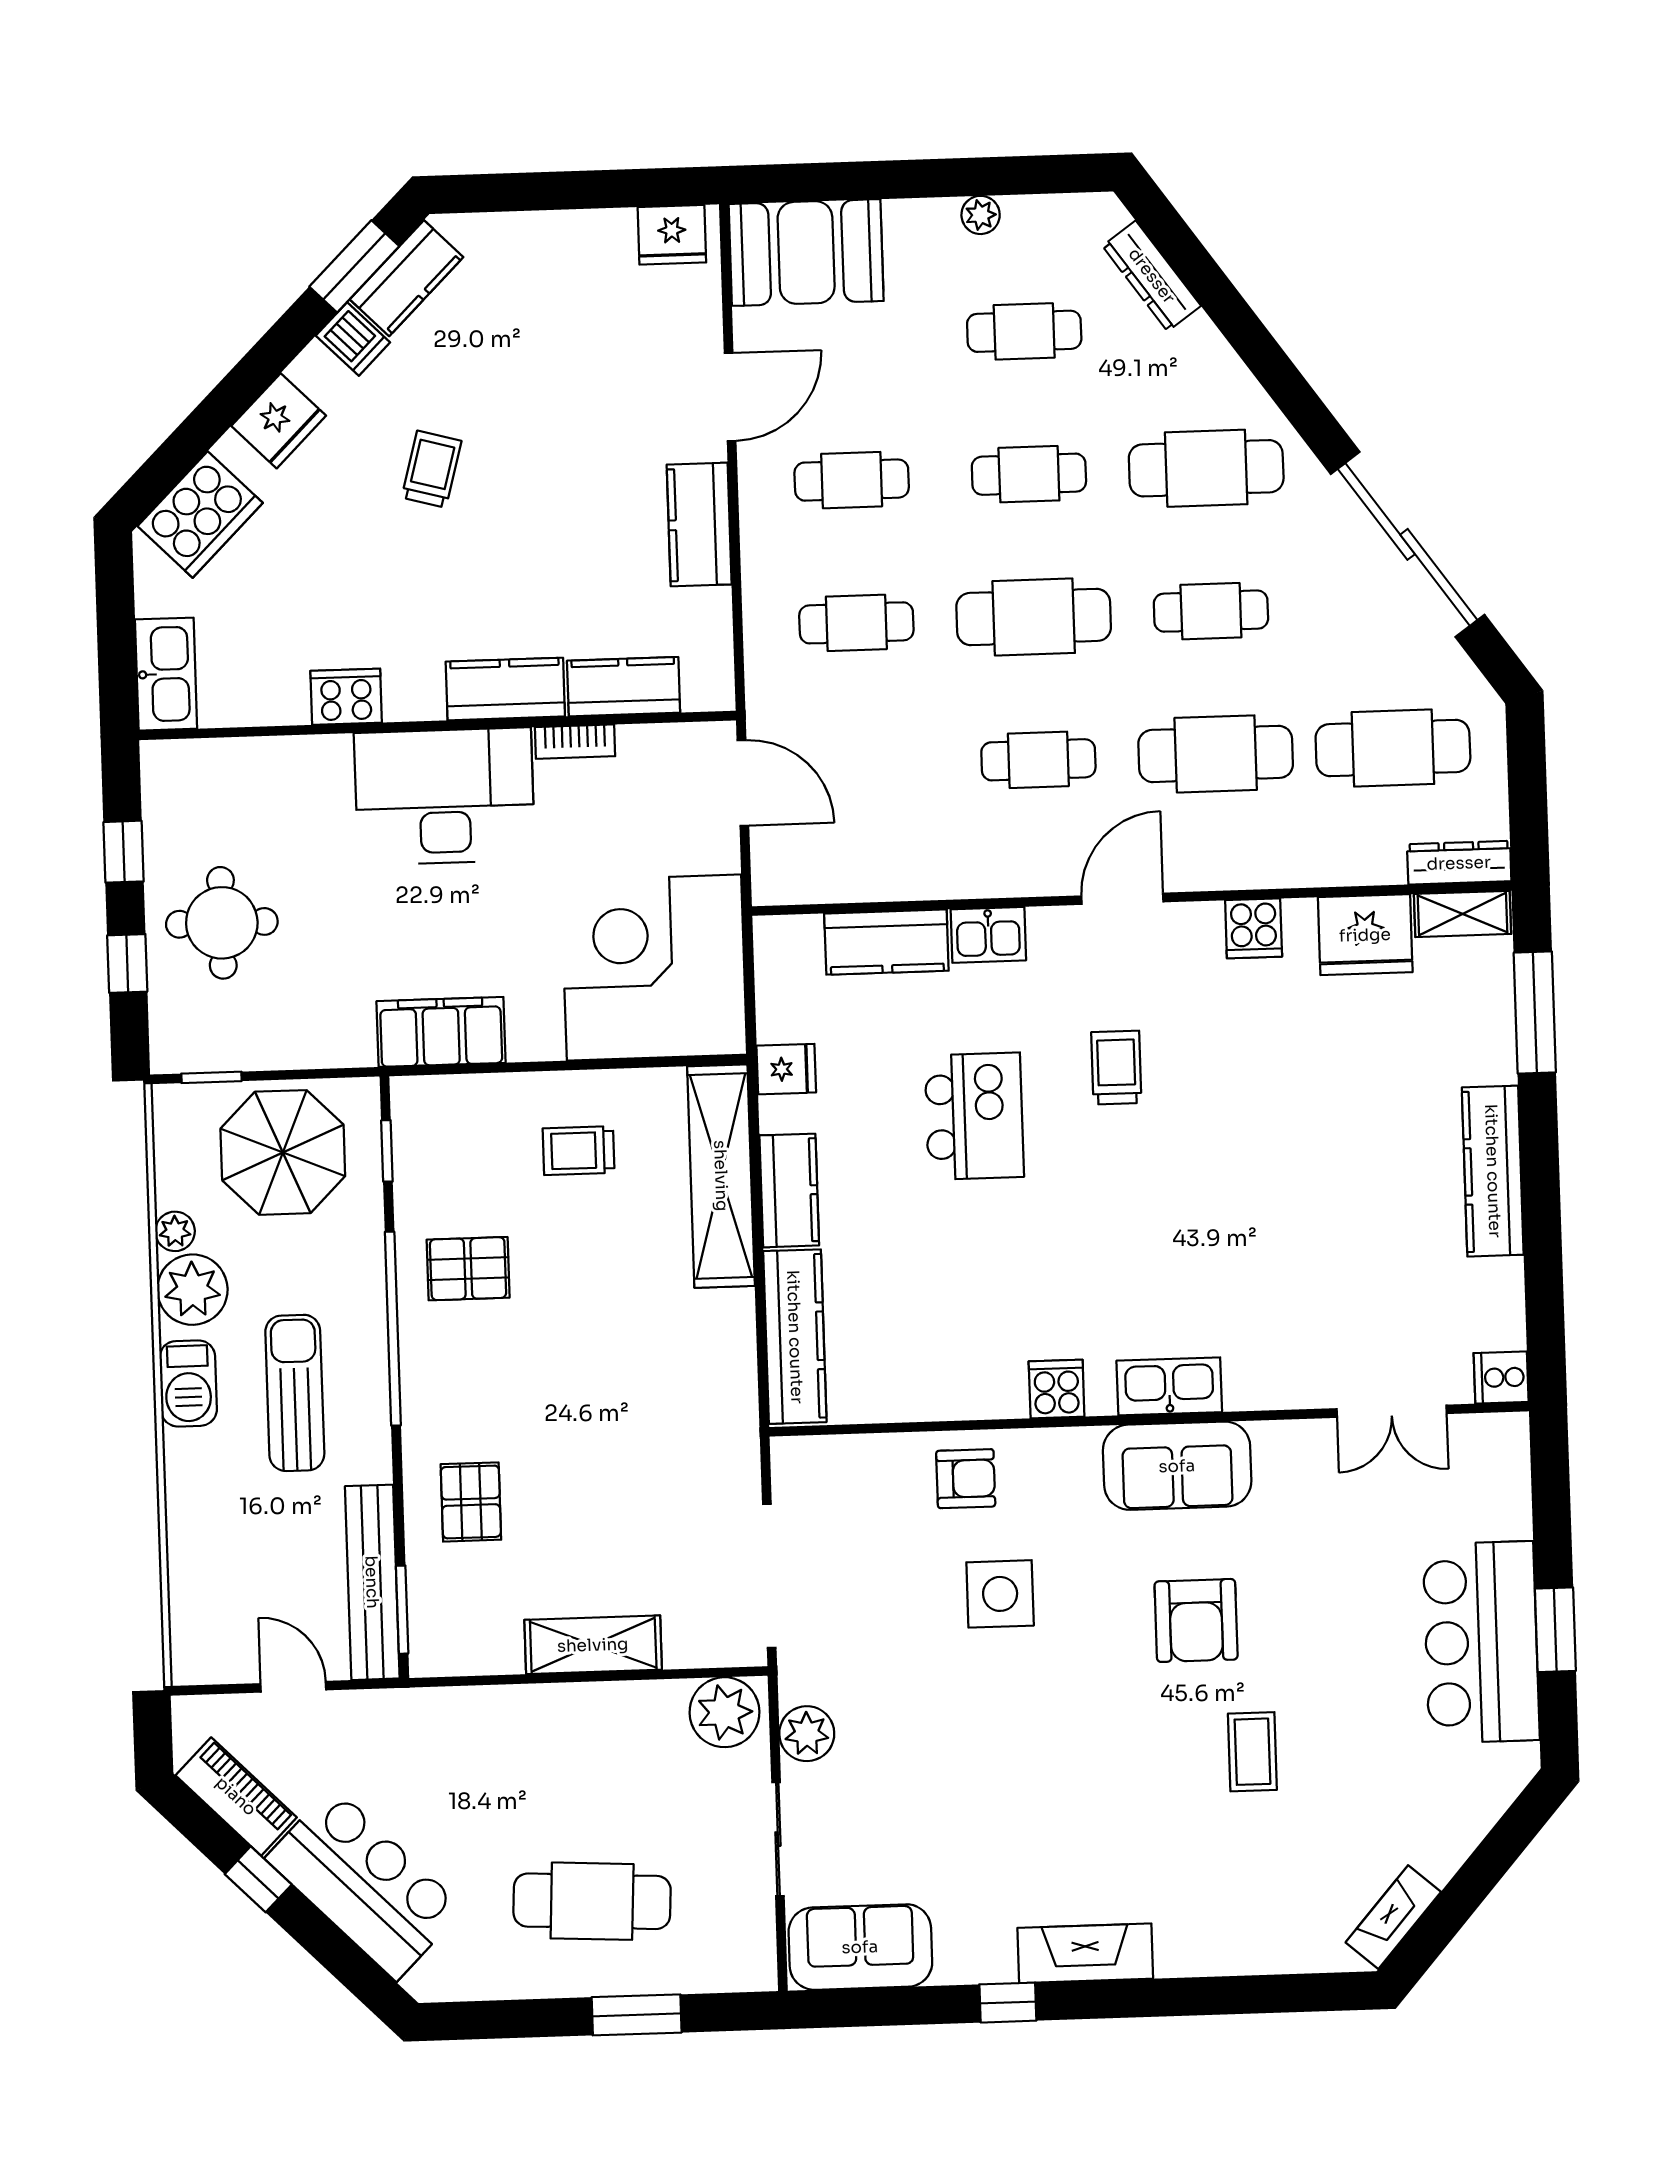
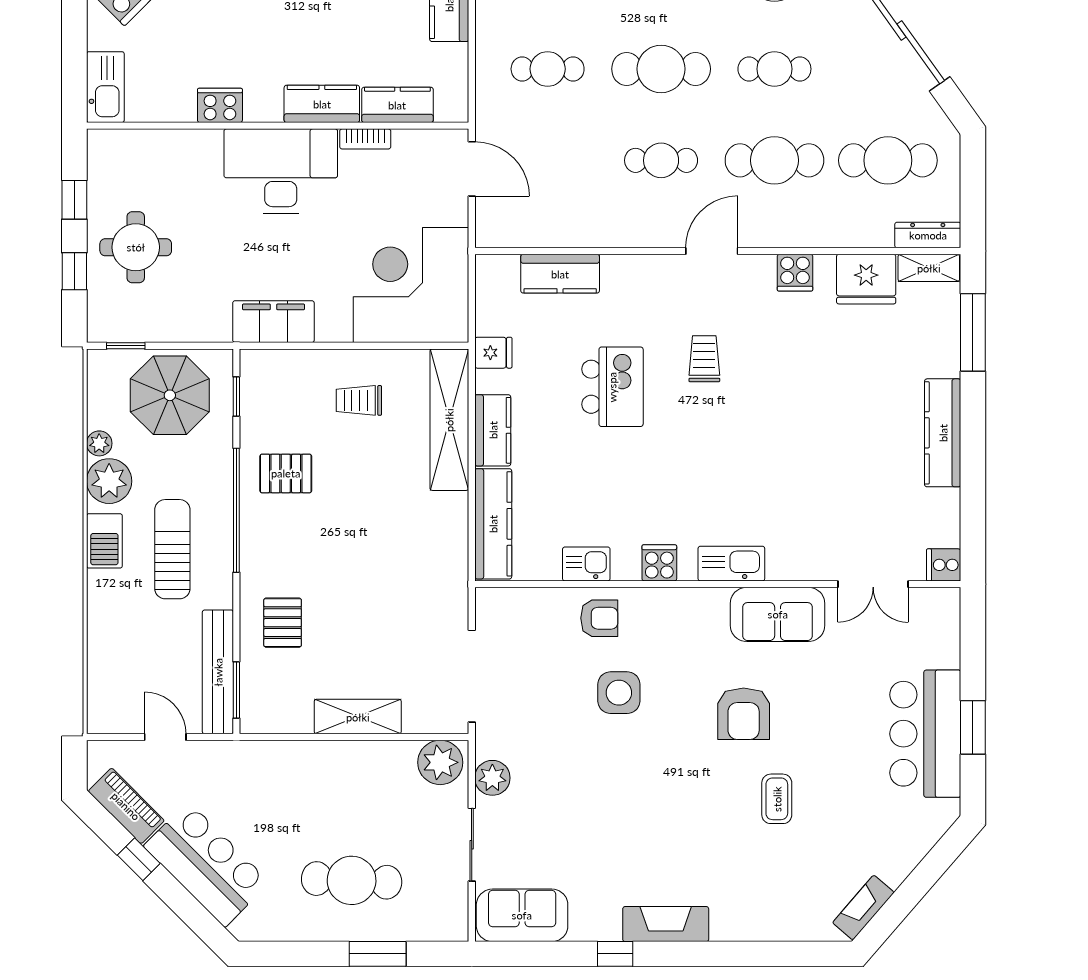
kitchen sink: (988, 935) -> (586, 564), moved, turned 180
sofa: (1177, 1466) -> (778, 614), moved

